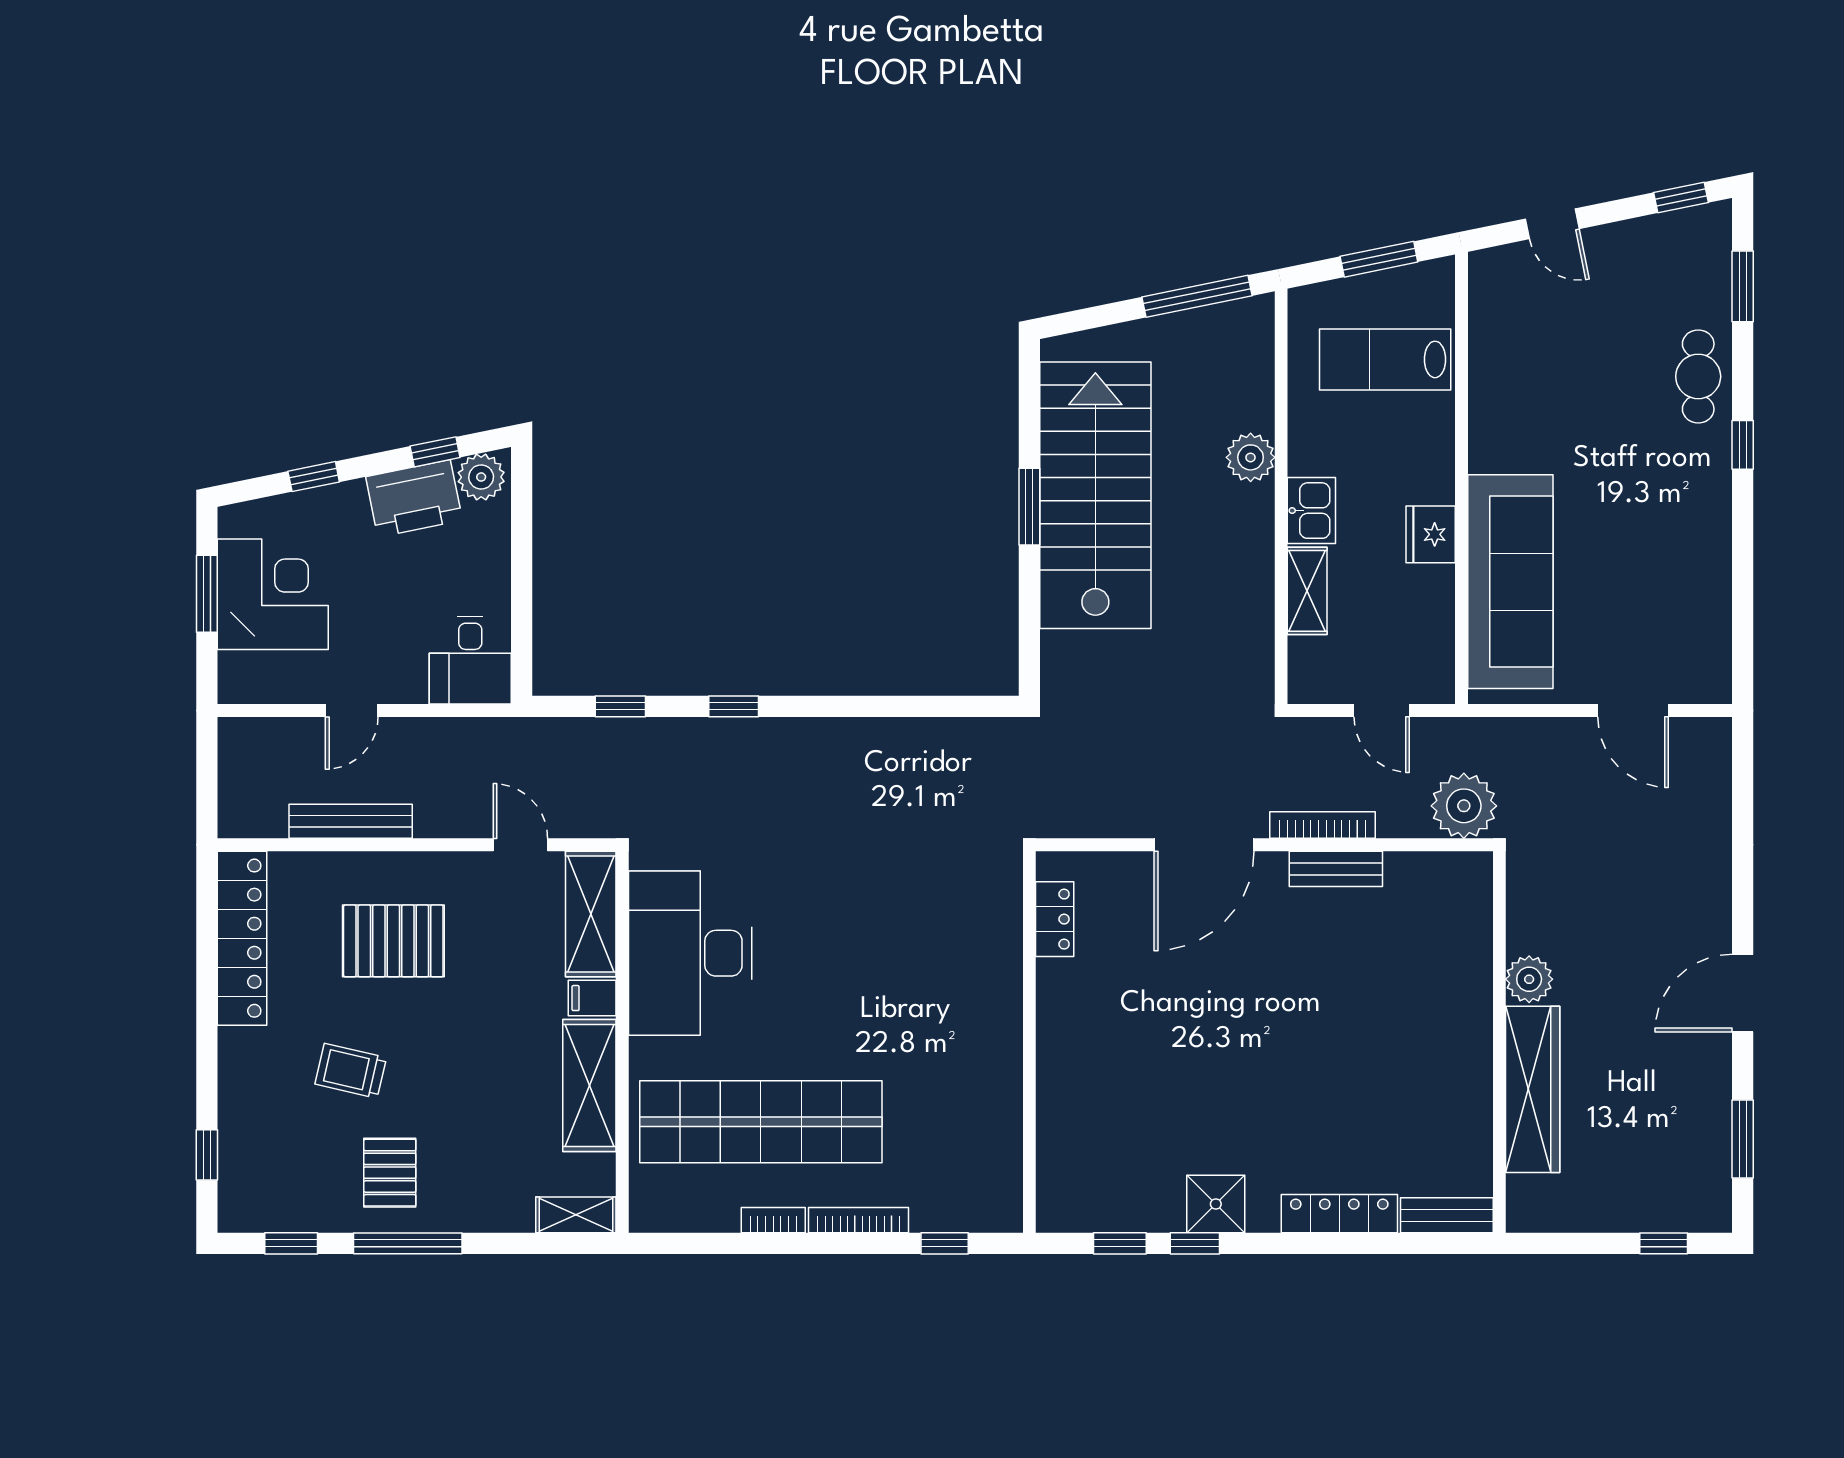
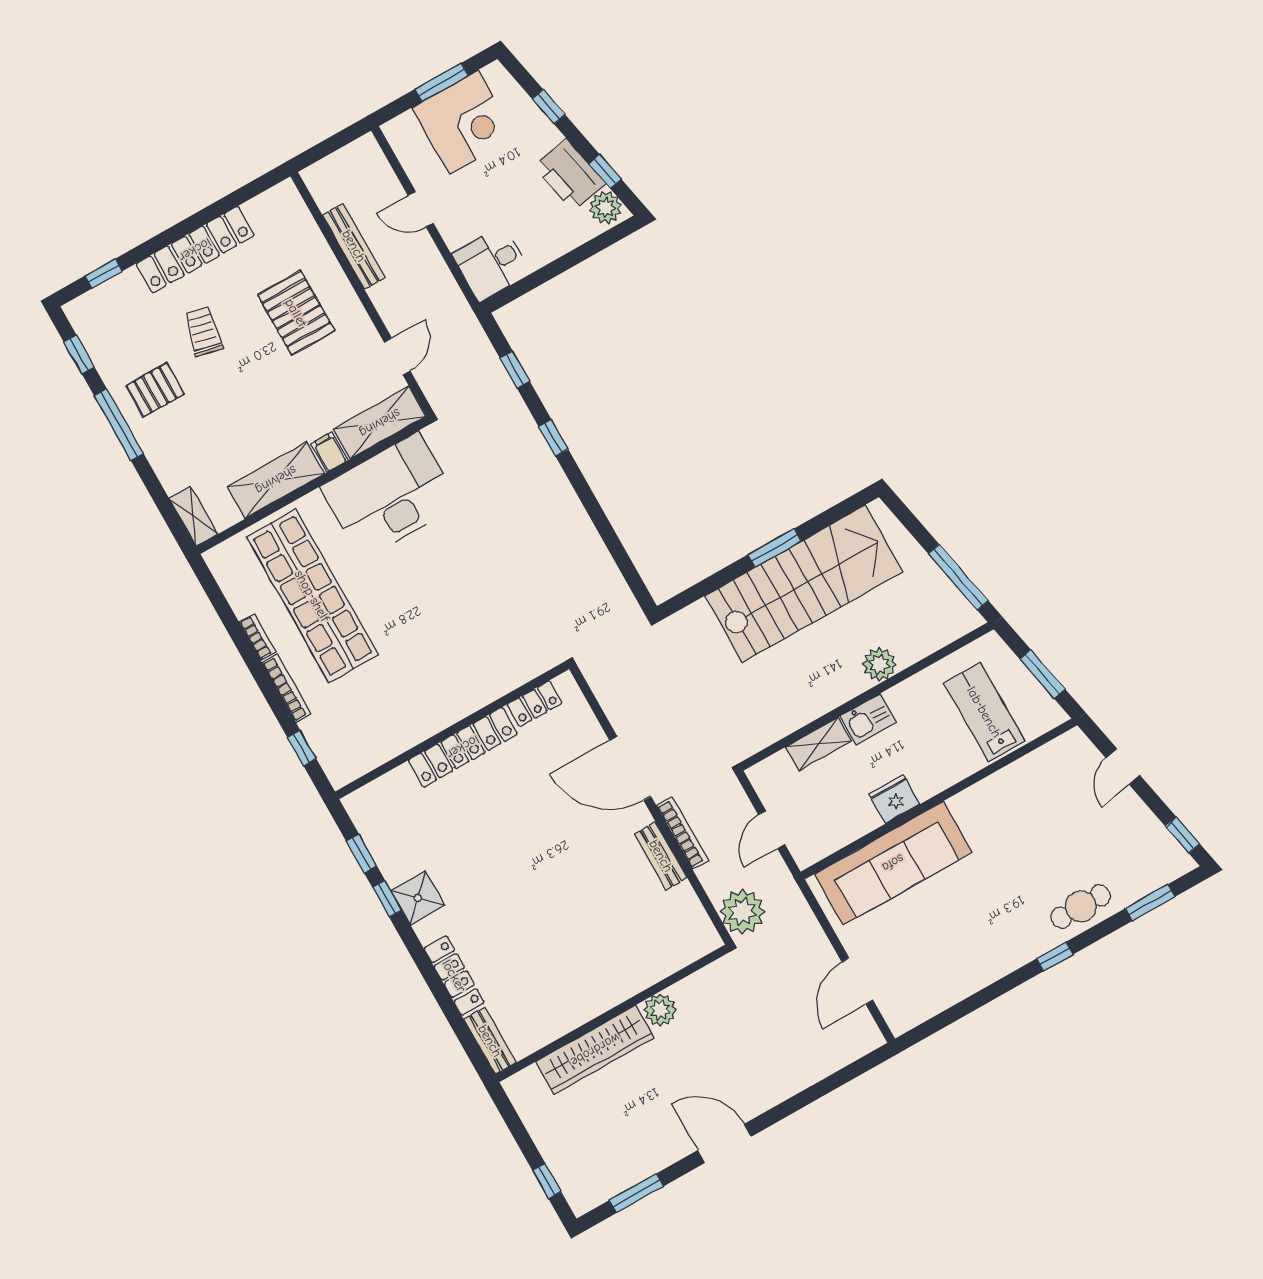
locker: (242, 938) -> (195, 250), moved
locker: (1058, 1040) -> (463, 747), added

